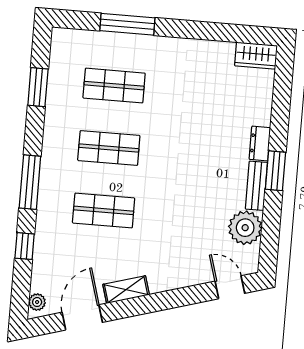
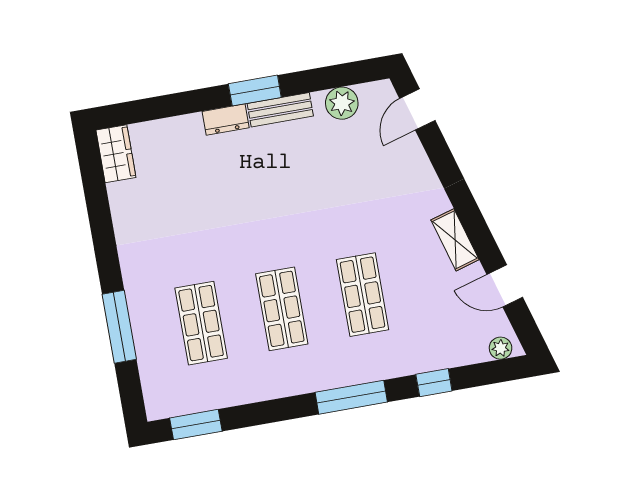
window: (38, 87) -> (196, 425), moved
plant: (245, 228) -> (342, 103), width x0.73, depth x0.73
door: (82, 317) -> (505, 286), width x0.73

